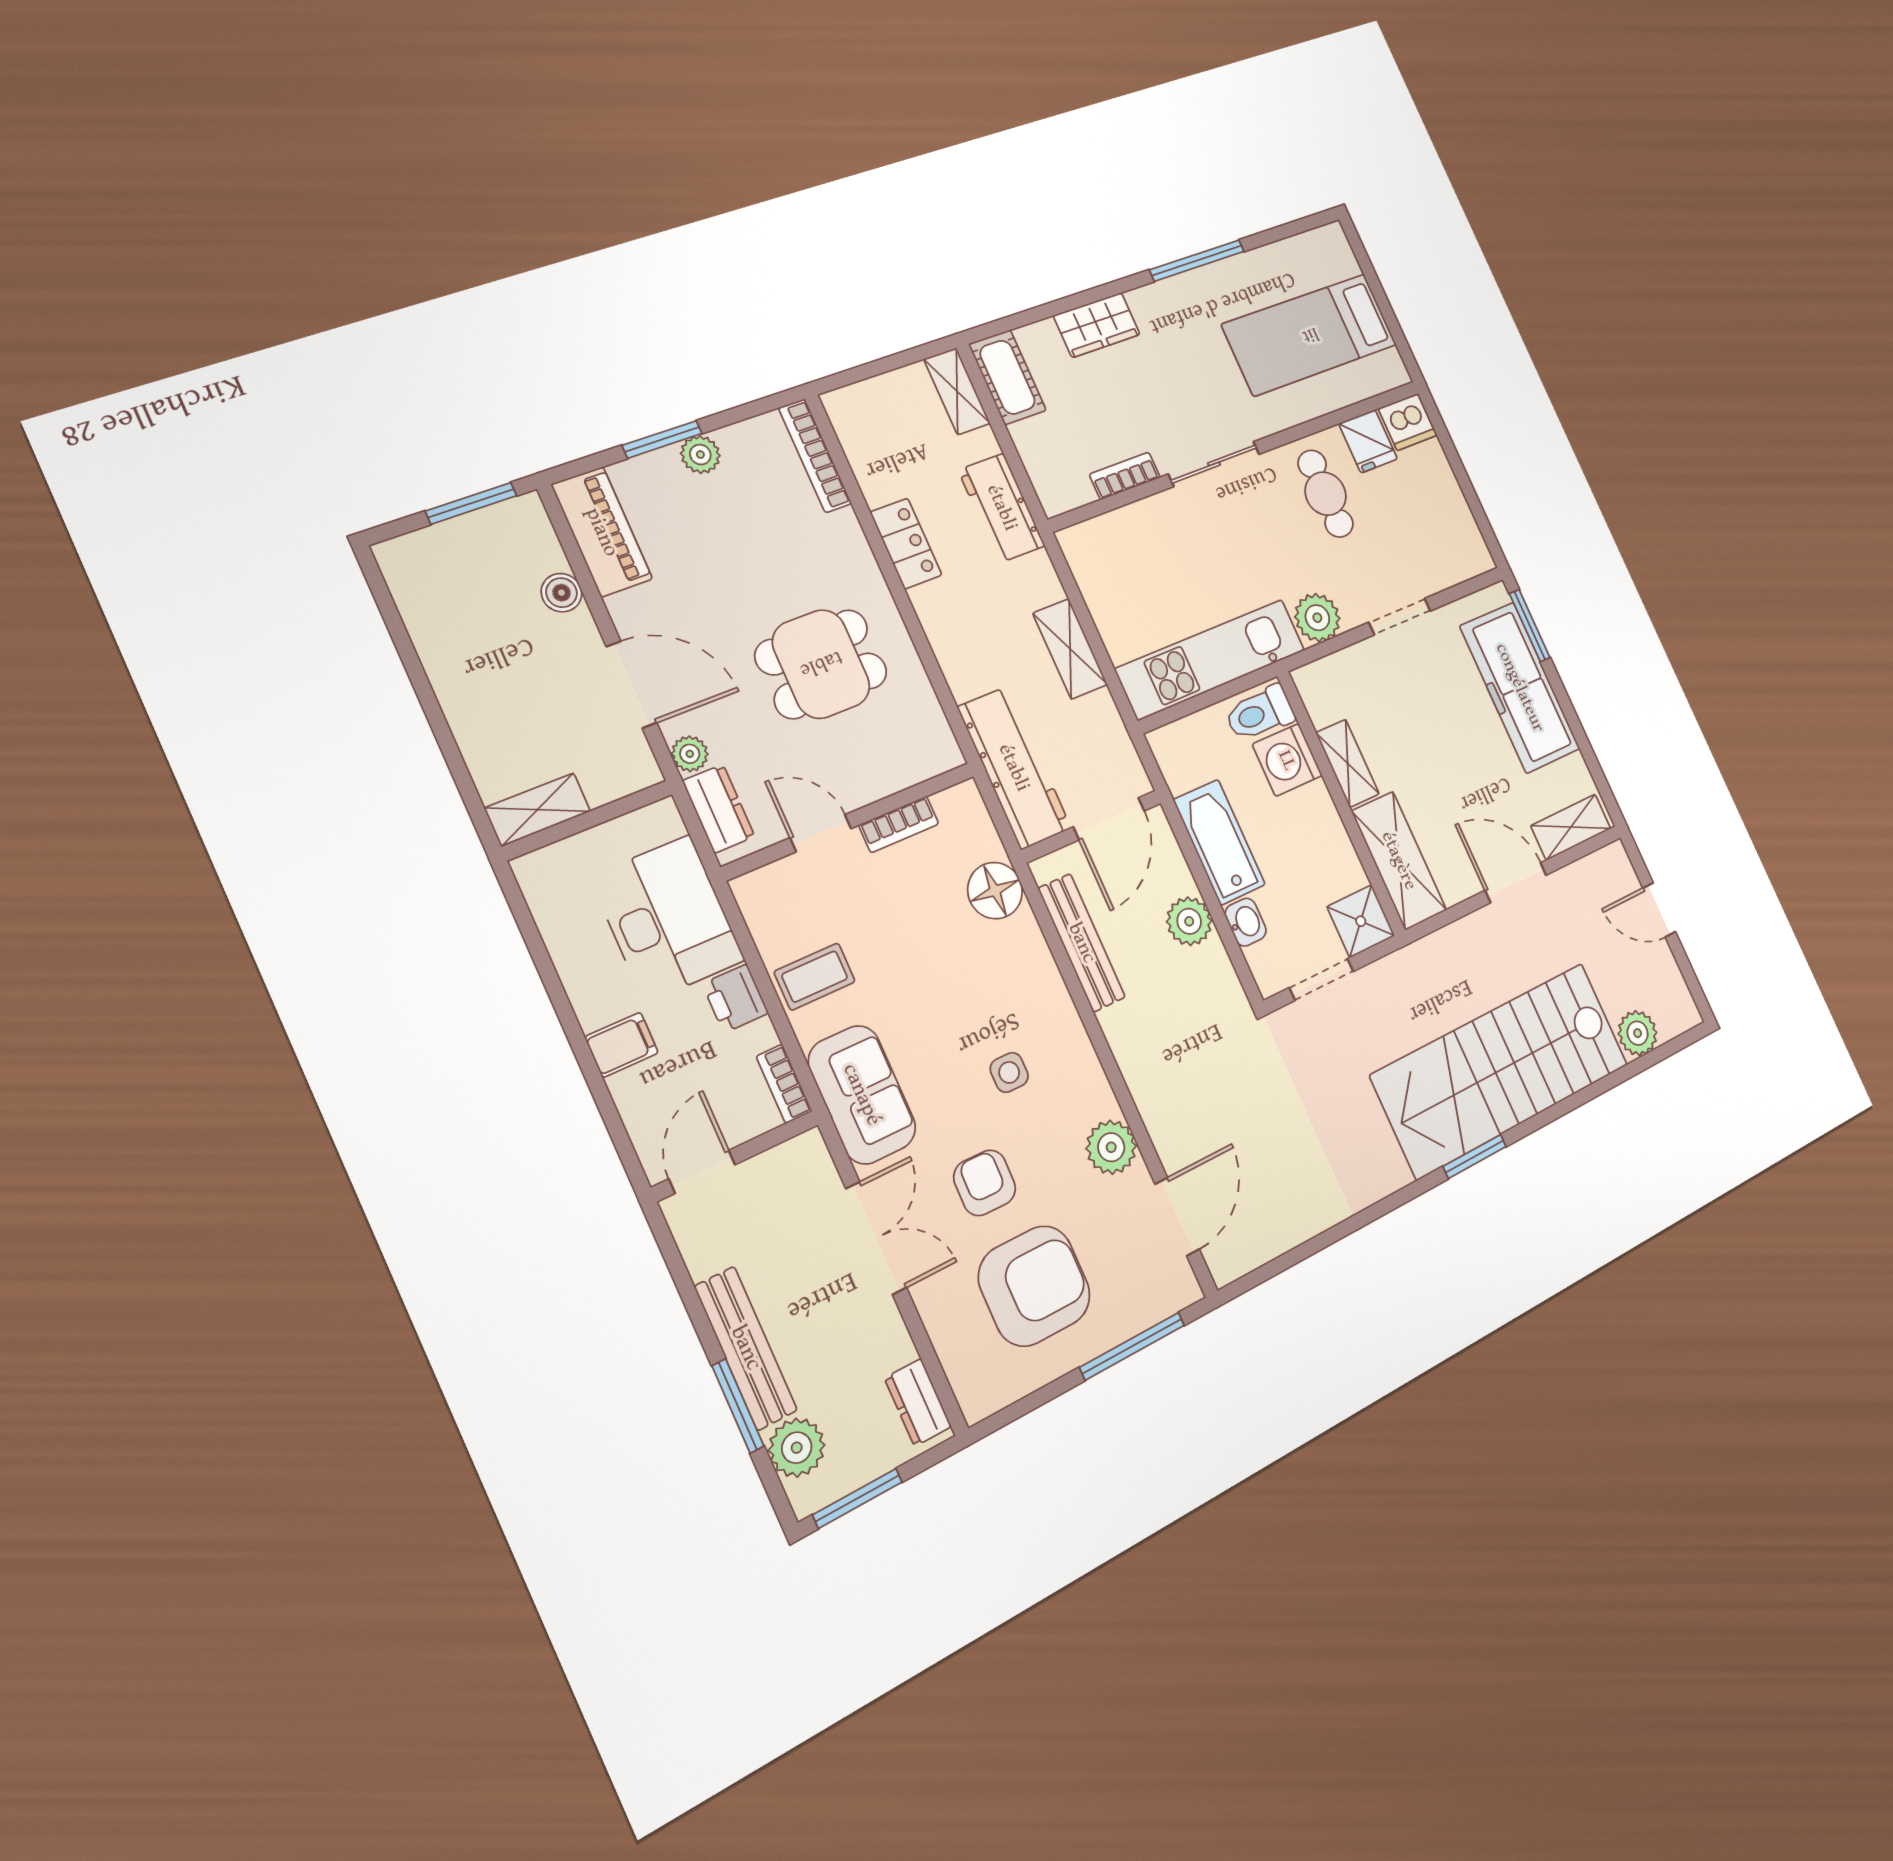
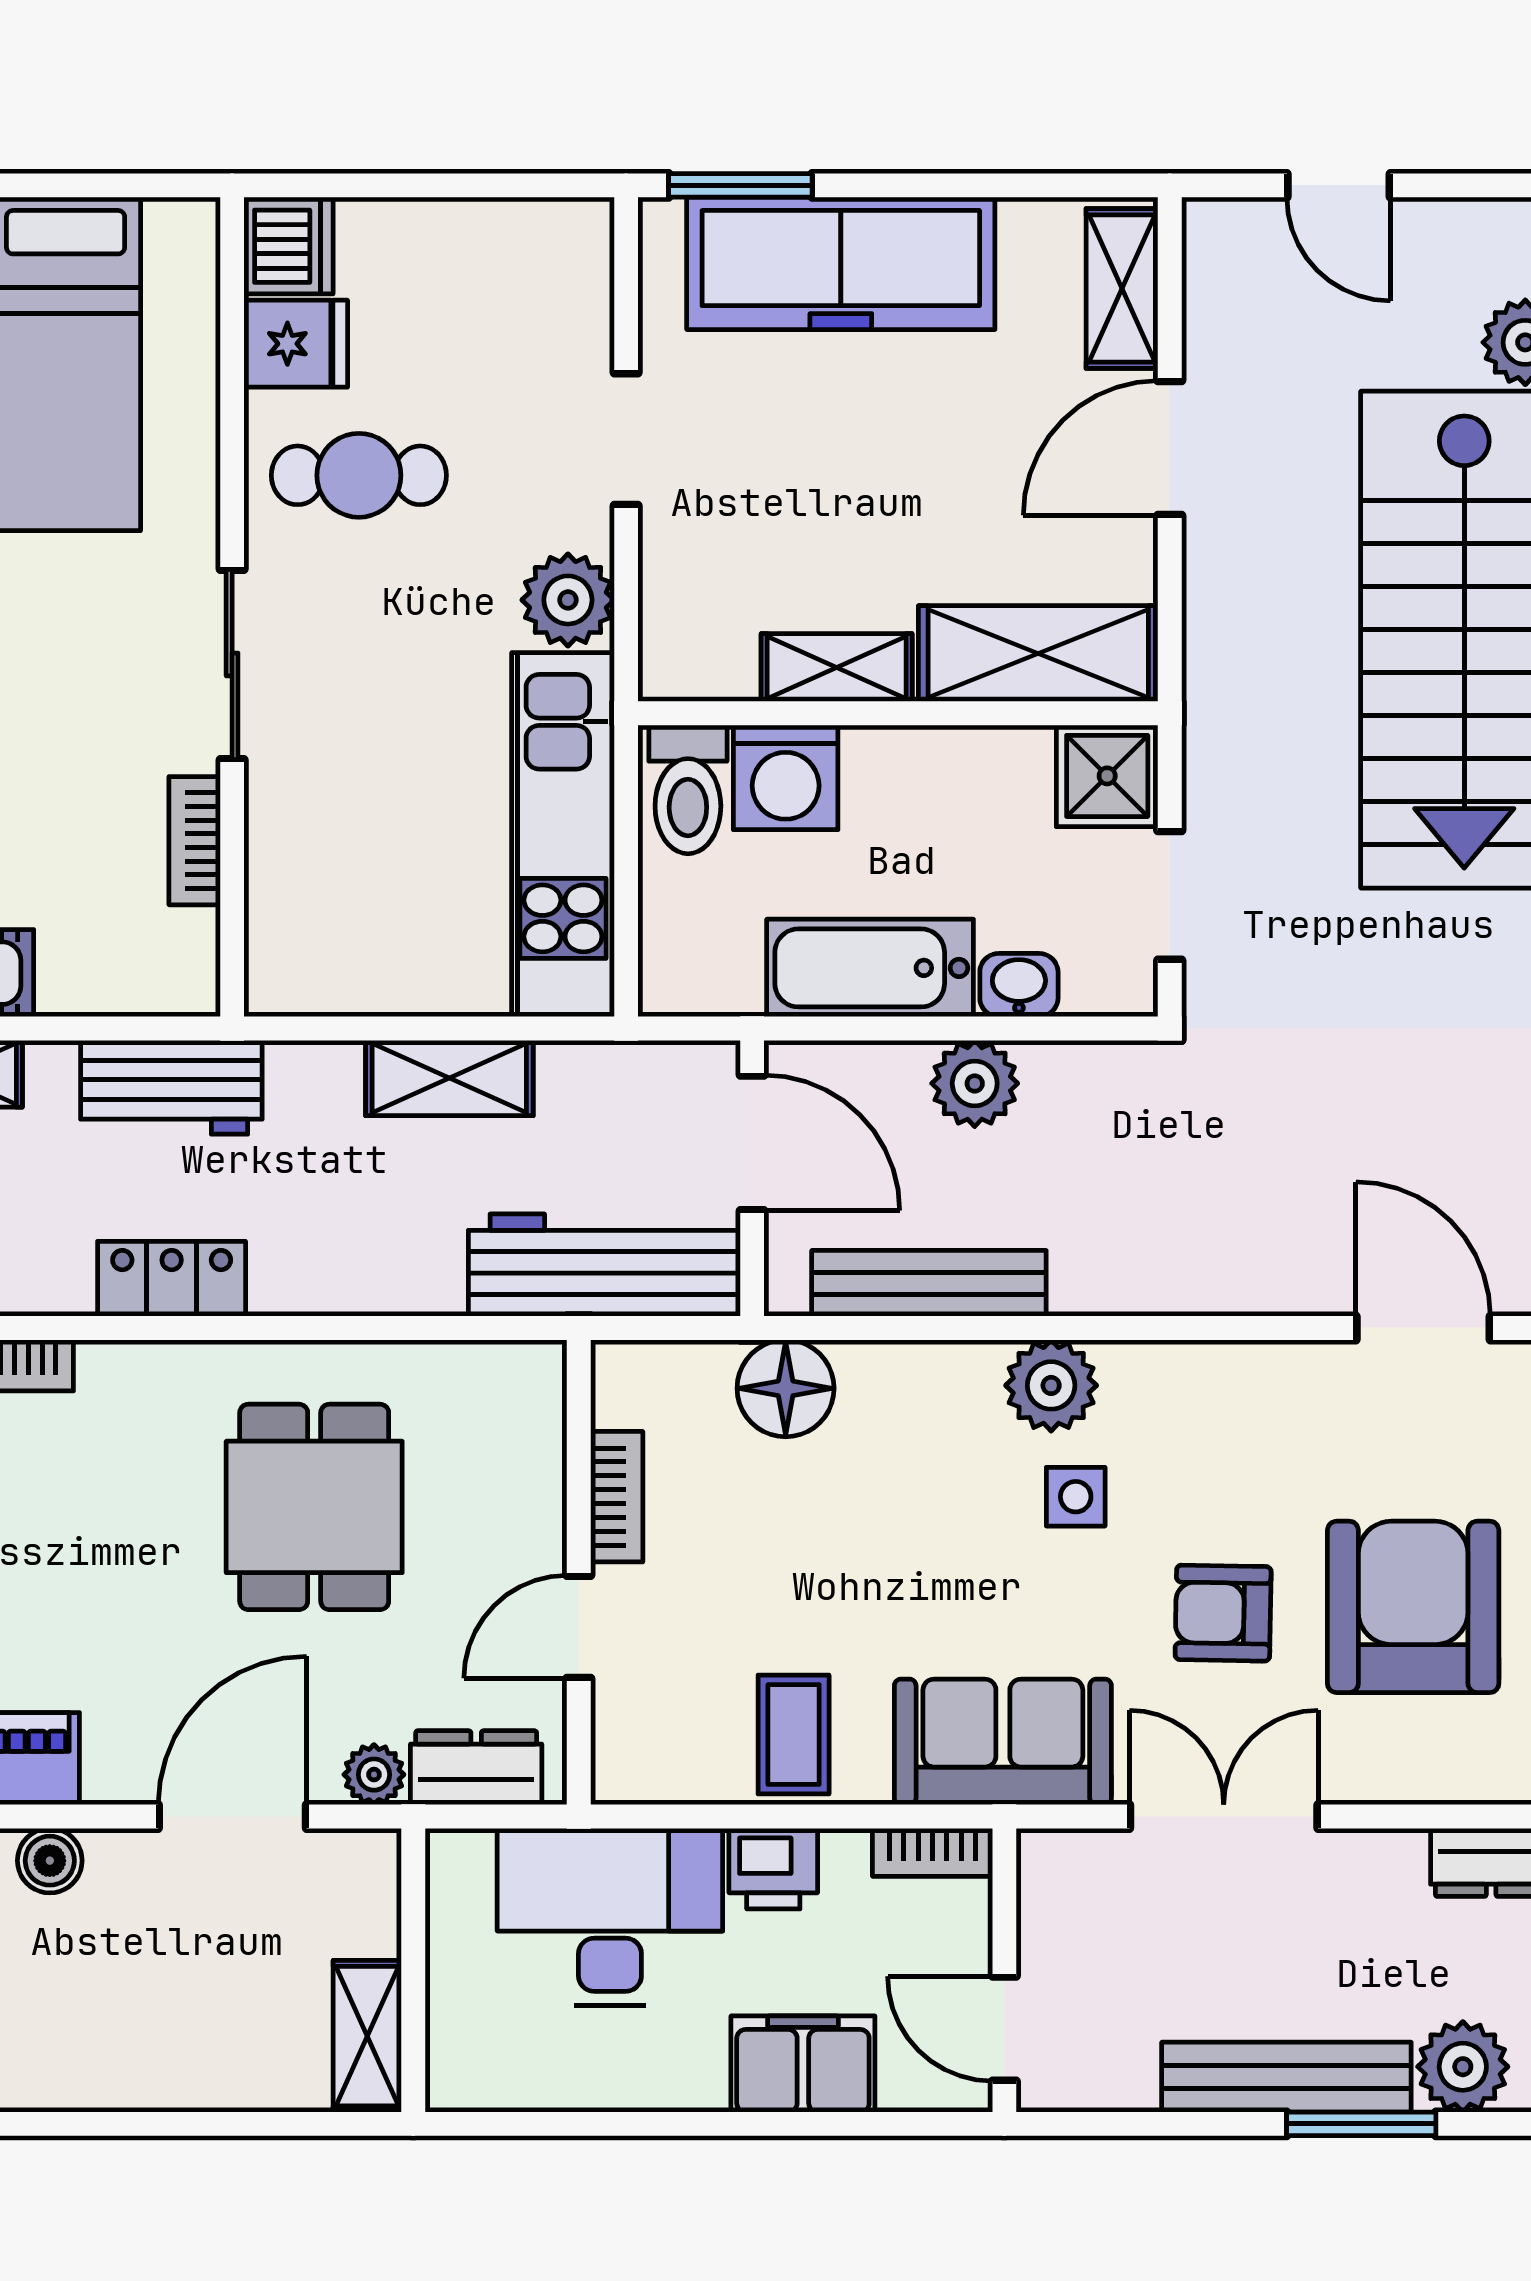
door: (1659, 910) -> (1339, 185), hinge flipped
filing cabinet: (622, 1045) -> (803, 2064), width x2.00
plant: (1111, 1147) -> (1051, 1385), moved

